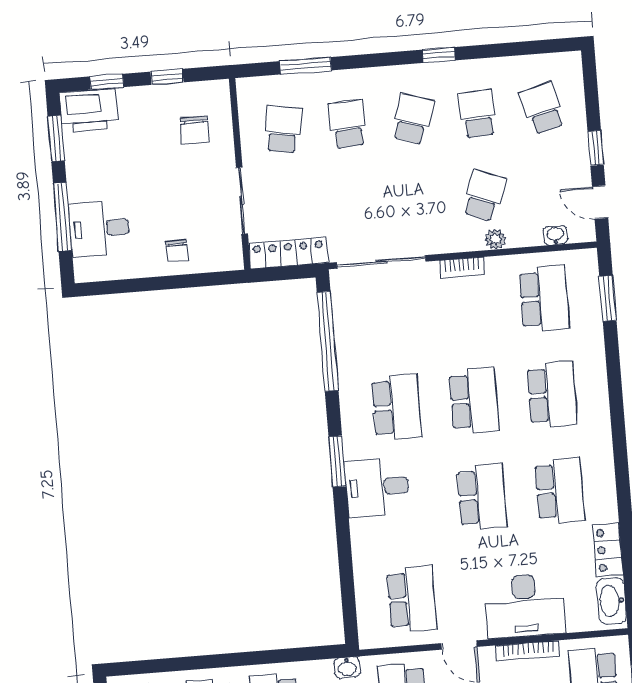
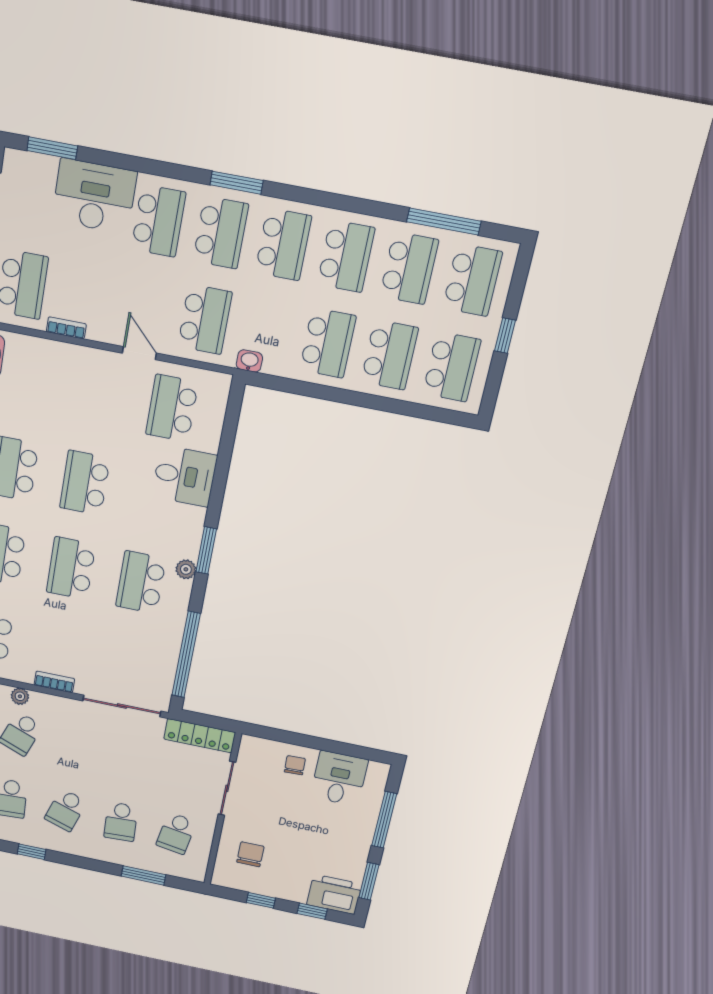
desk: (100, 229) -> (339, 778), moved, turned -90
plant: (353, 435) -> (186, 569), added
desk: (377, 487) -> (184, 476), moved
desk: (525, 606) -> (70, 373), removed
bookcase: (528, 651) -> (66, 328), width x0.64

